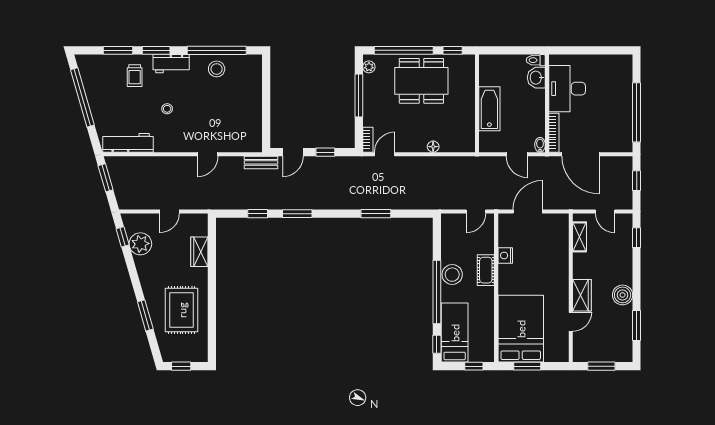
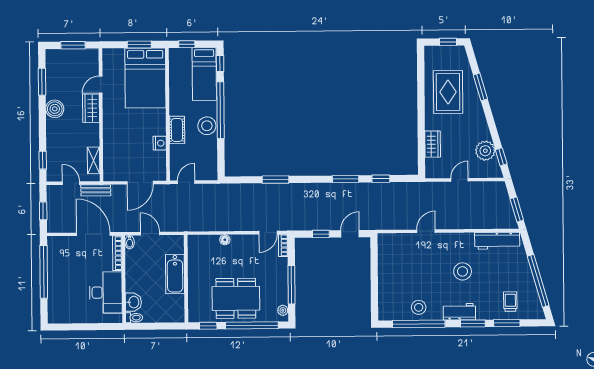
trolley: (135, 76) -> (510, 302), moved
stool: (167, 109) -> (463, 271), width x1.89, depth x1.89
bench: (261, 162) -> (96, 190), moved

